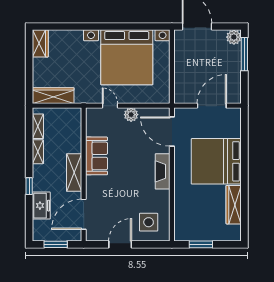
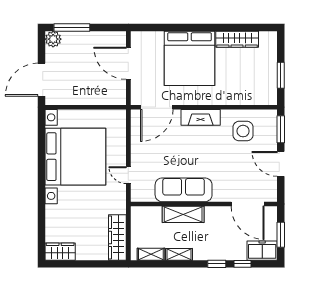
door: (110, 106) -> (128, 175), hinge flipped
plant: (131, 115) -> (138, 152), removed
sofa: (97, 156) -> (184, 190), width x1.36
shelving: (74, 173) -> (183, 214), moved
freezer: (41, 206) -> (262, 251), moved
window: (29, 210) -> (242, 264), added
side table: (149, 222) -> (243, 131), moved
window: (152, 244) -> (281, 129), added

